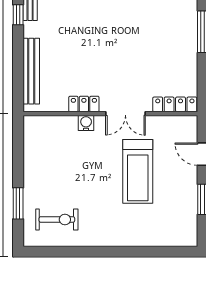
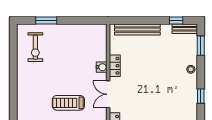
treadmill: (138, 171) -> (68, 103), width x0.73, depth x0.73

